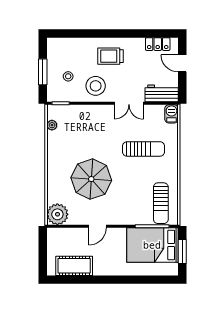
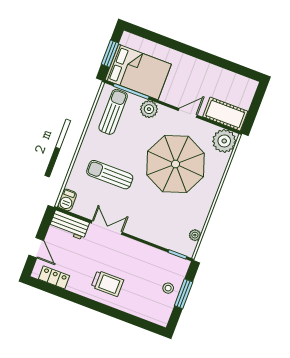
stool: (68, 76) -> (168, 288), moved
stool: (96, 86) -> (134, 259), removed
parasol: (91, 179) -> (176, 164), width x1.36, depth x1.36
plant: (131, 217) -> (149, 109), added
cot: (74, 266) -> (225, 114), moved

